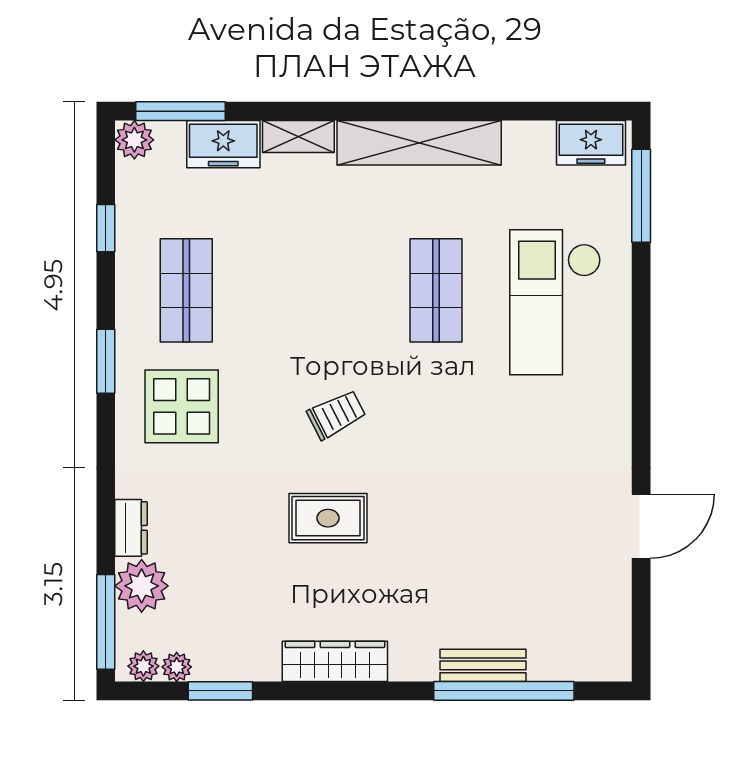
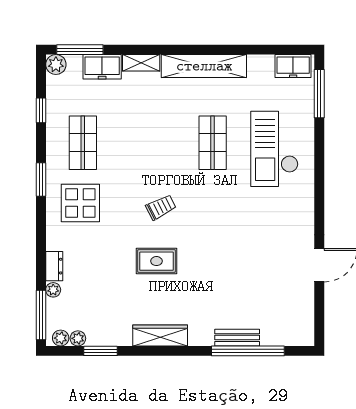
plant: (142, 586) -> (53, 290), width x0.53, depth x0.53

